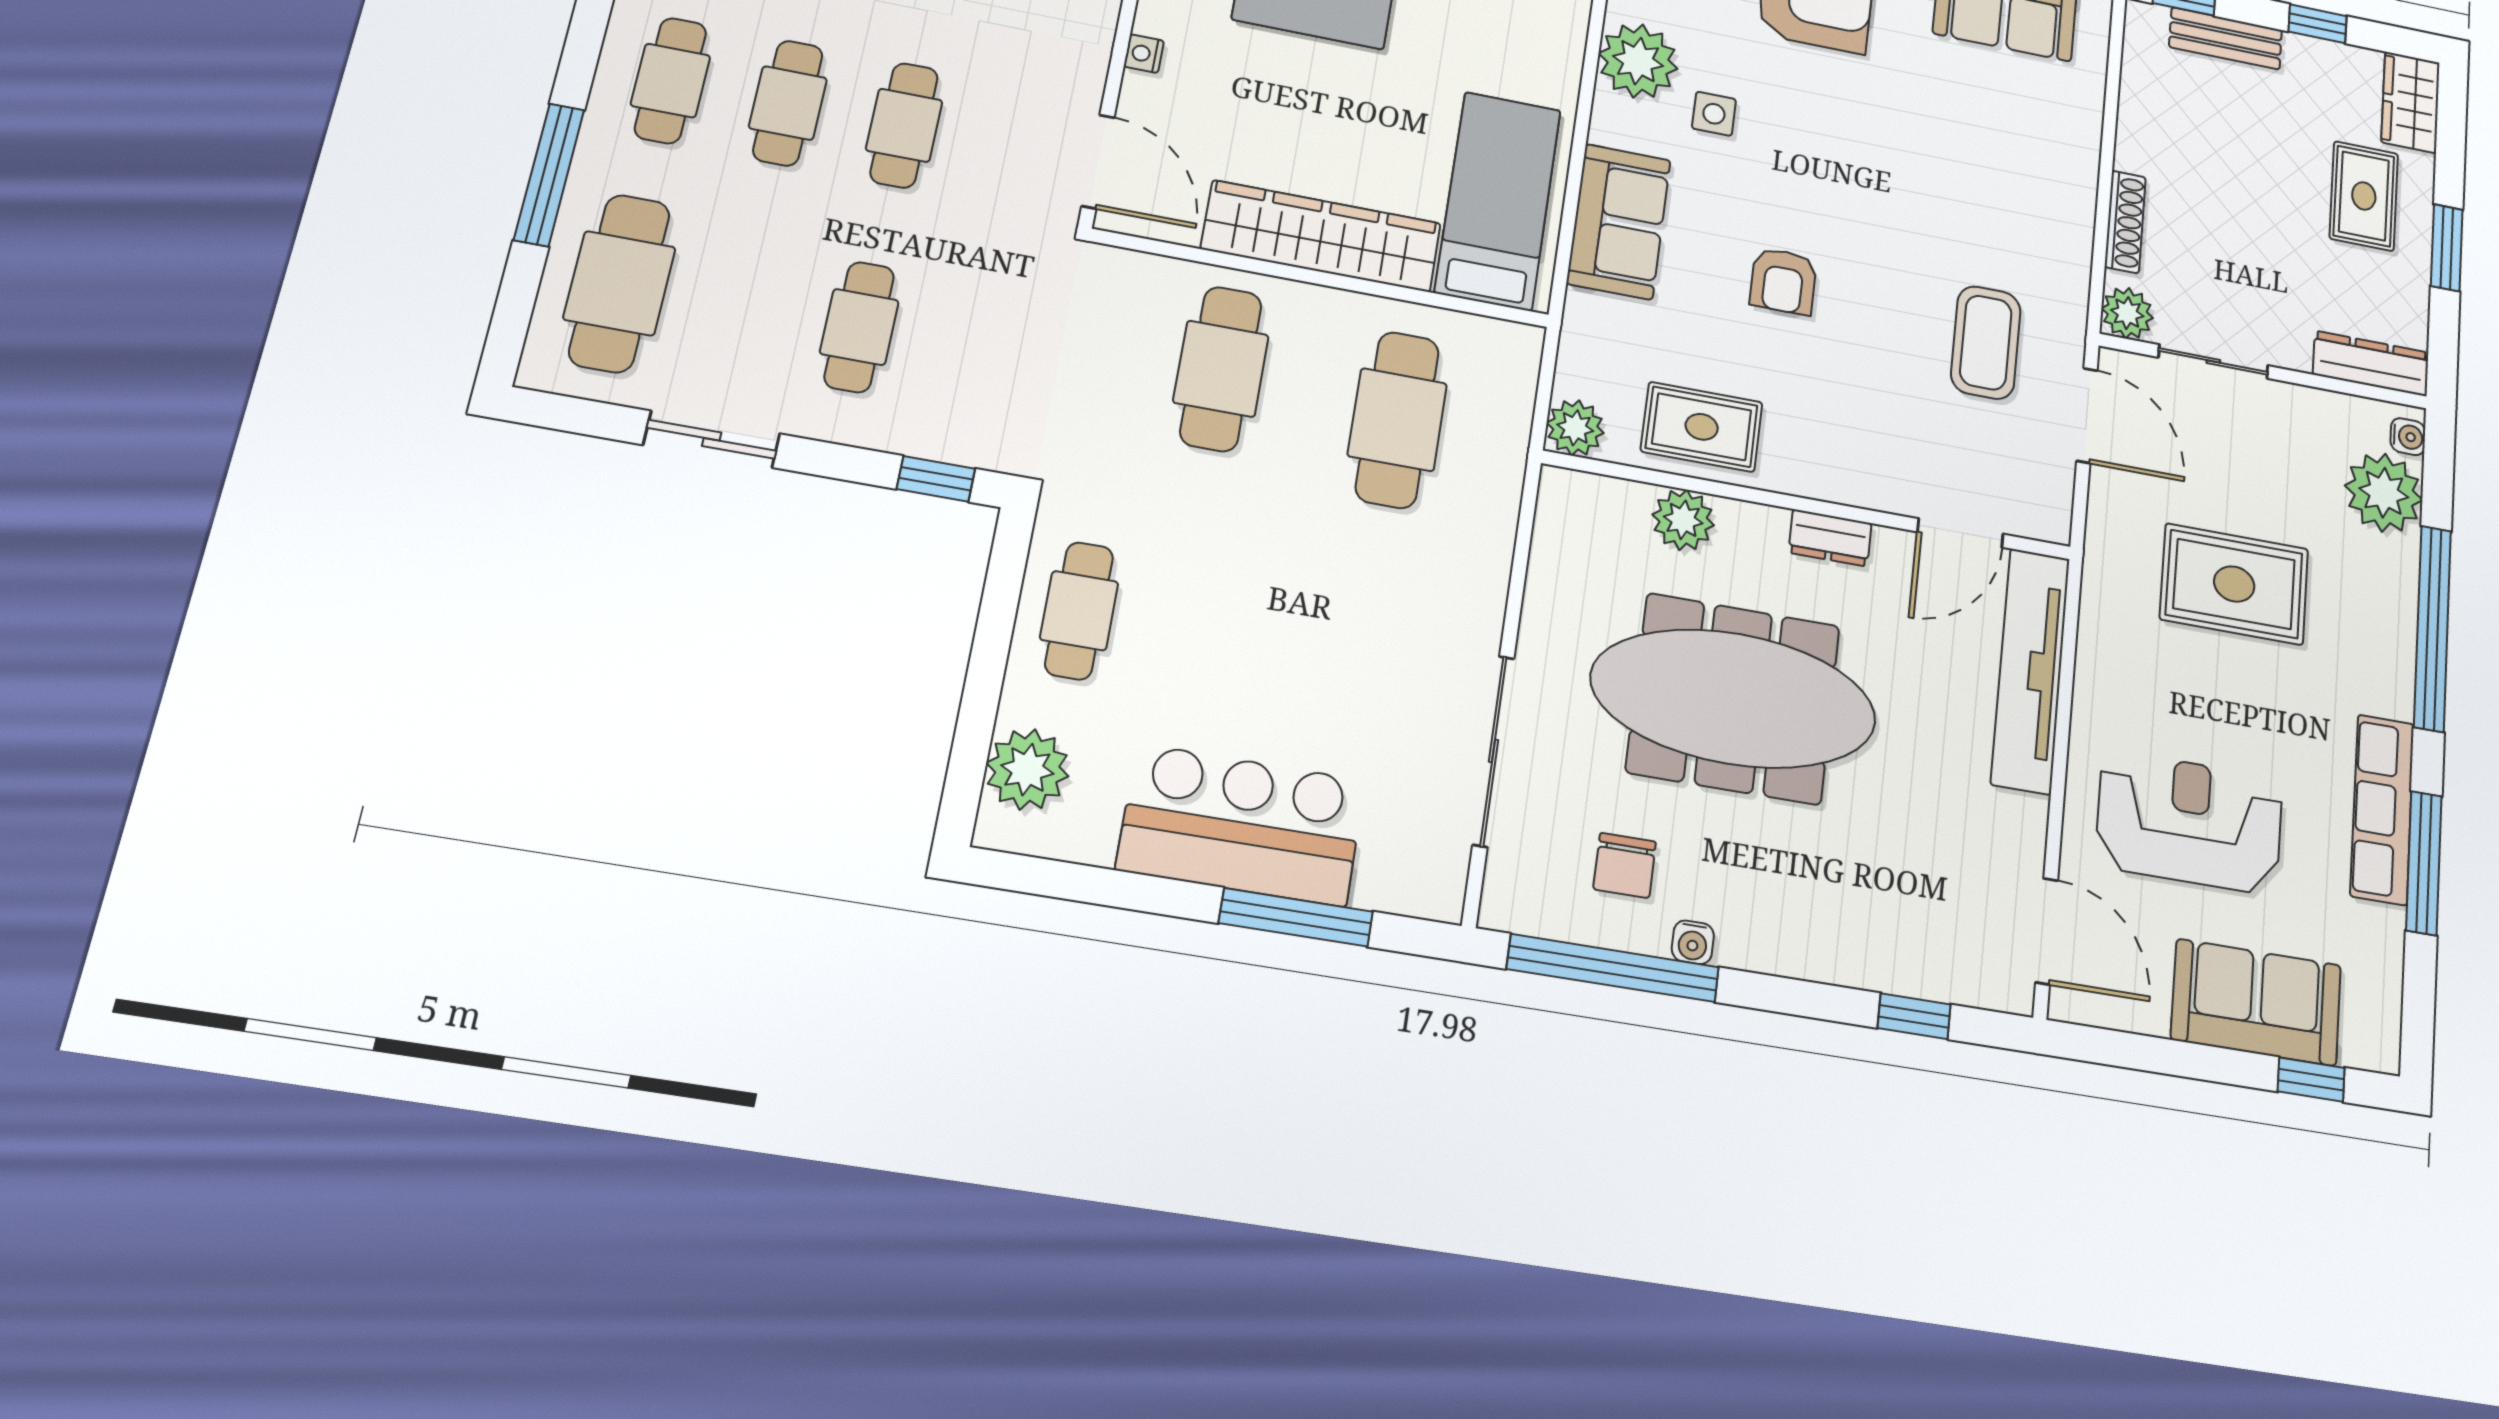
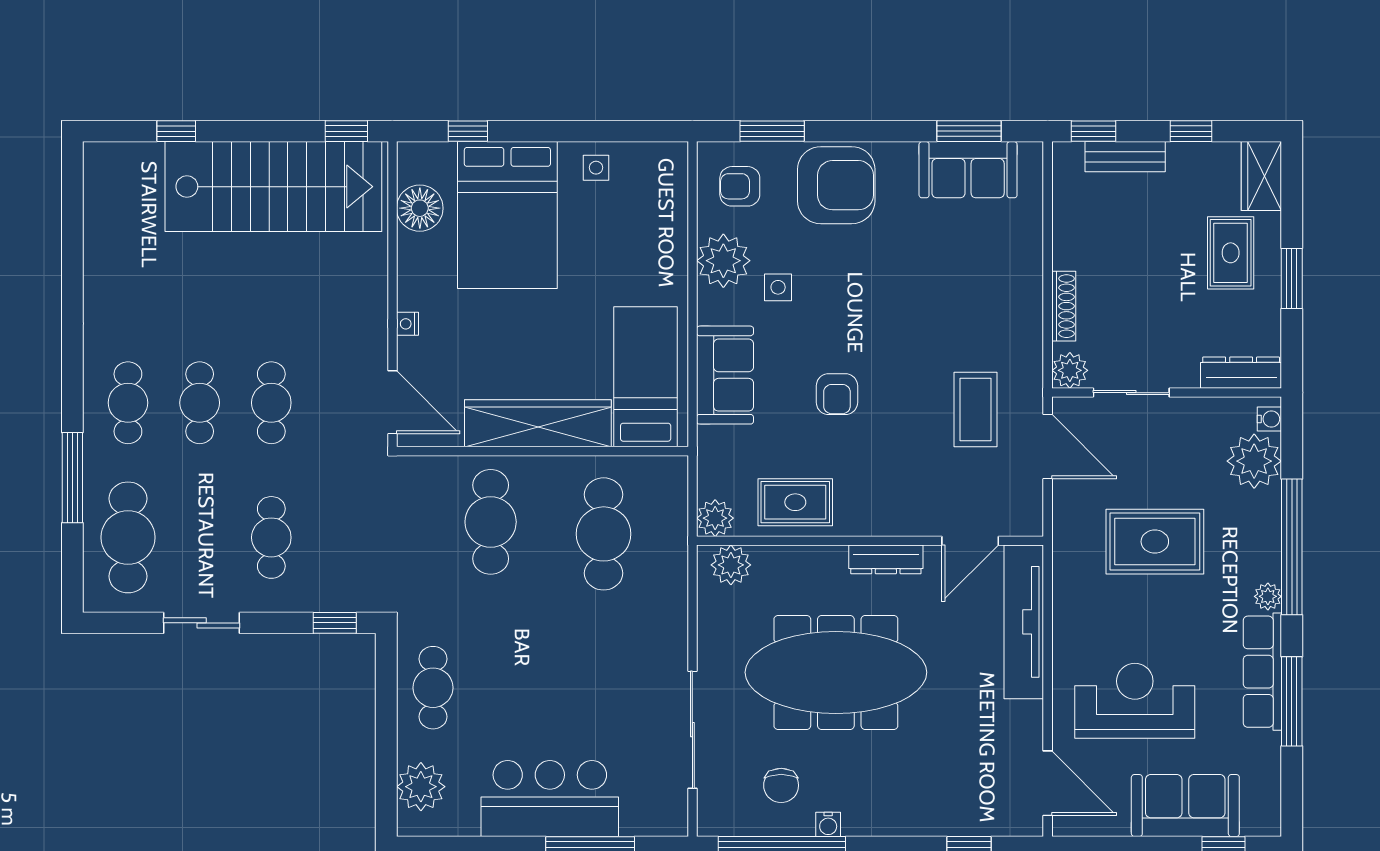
plant: (1683, 520) -> (731, 565), moved
dresser: (1830, 538) -> (886, 559), width x1.44
plant: (2395, 696) -> (1268, 596), added

